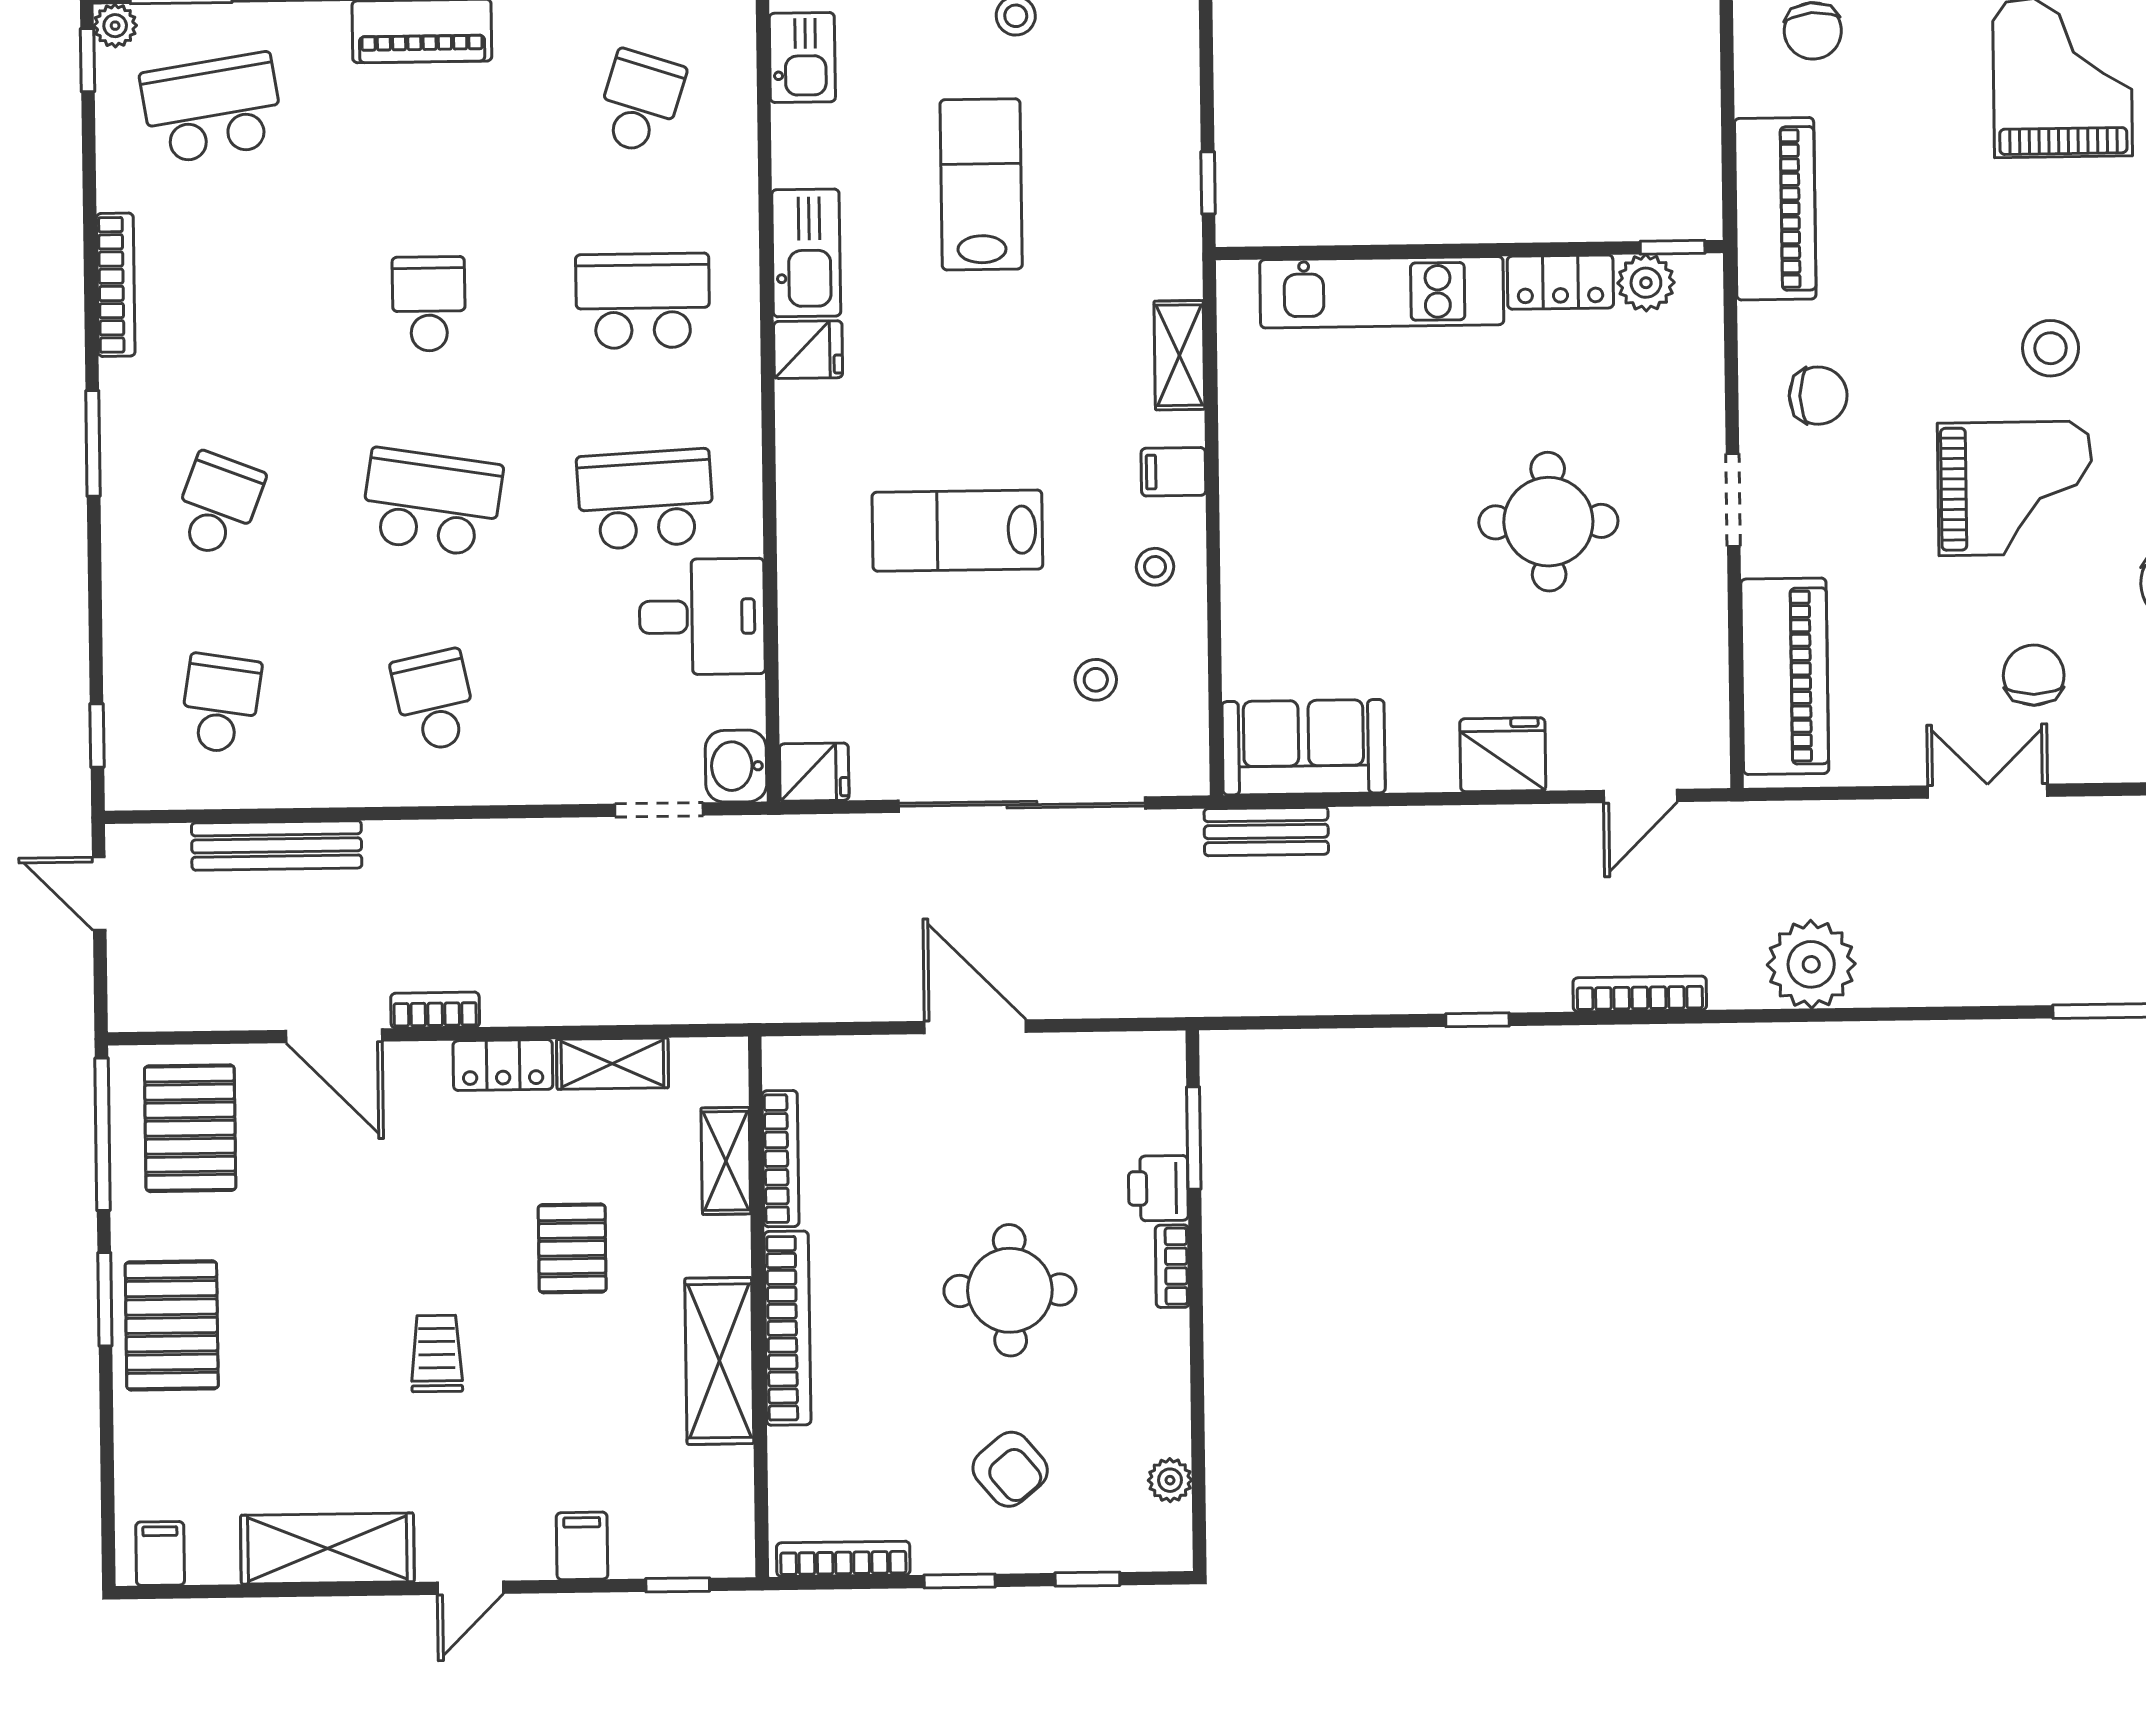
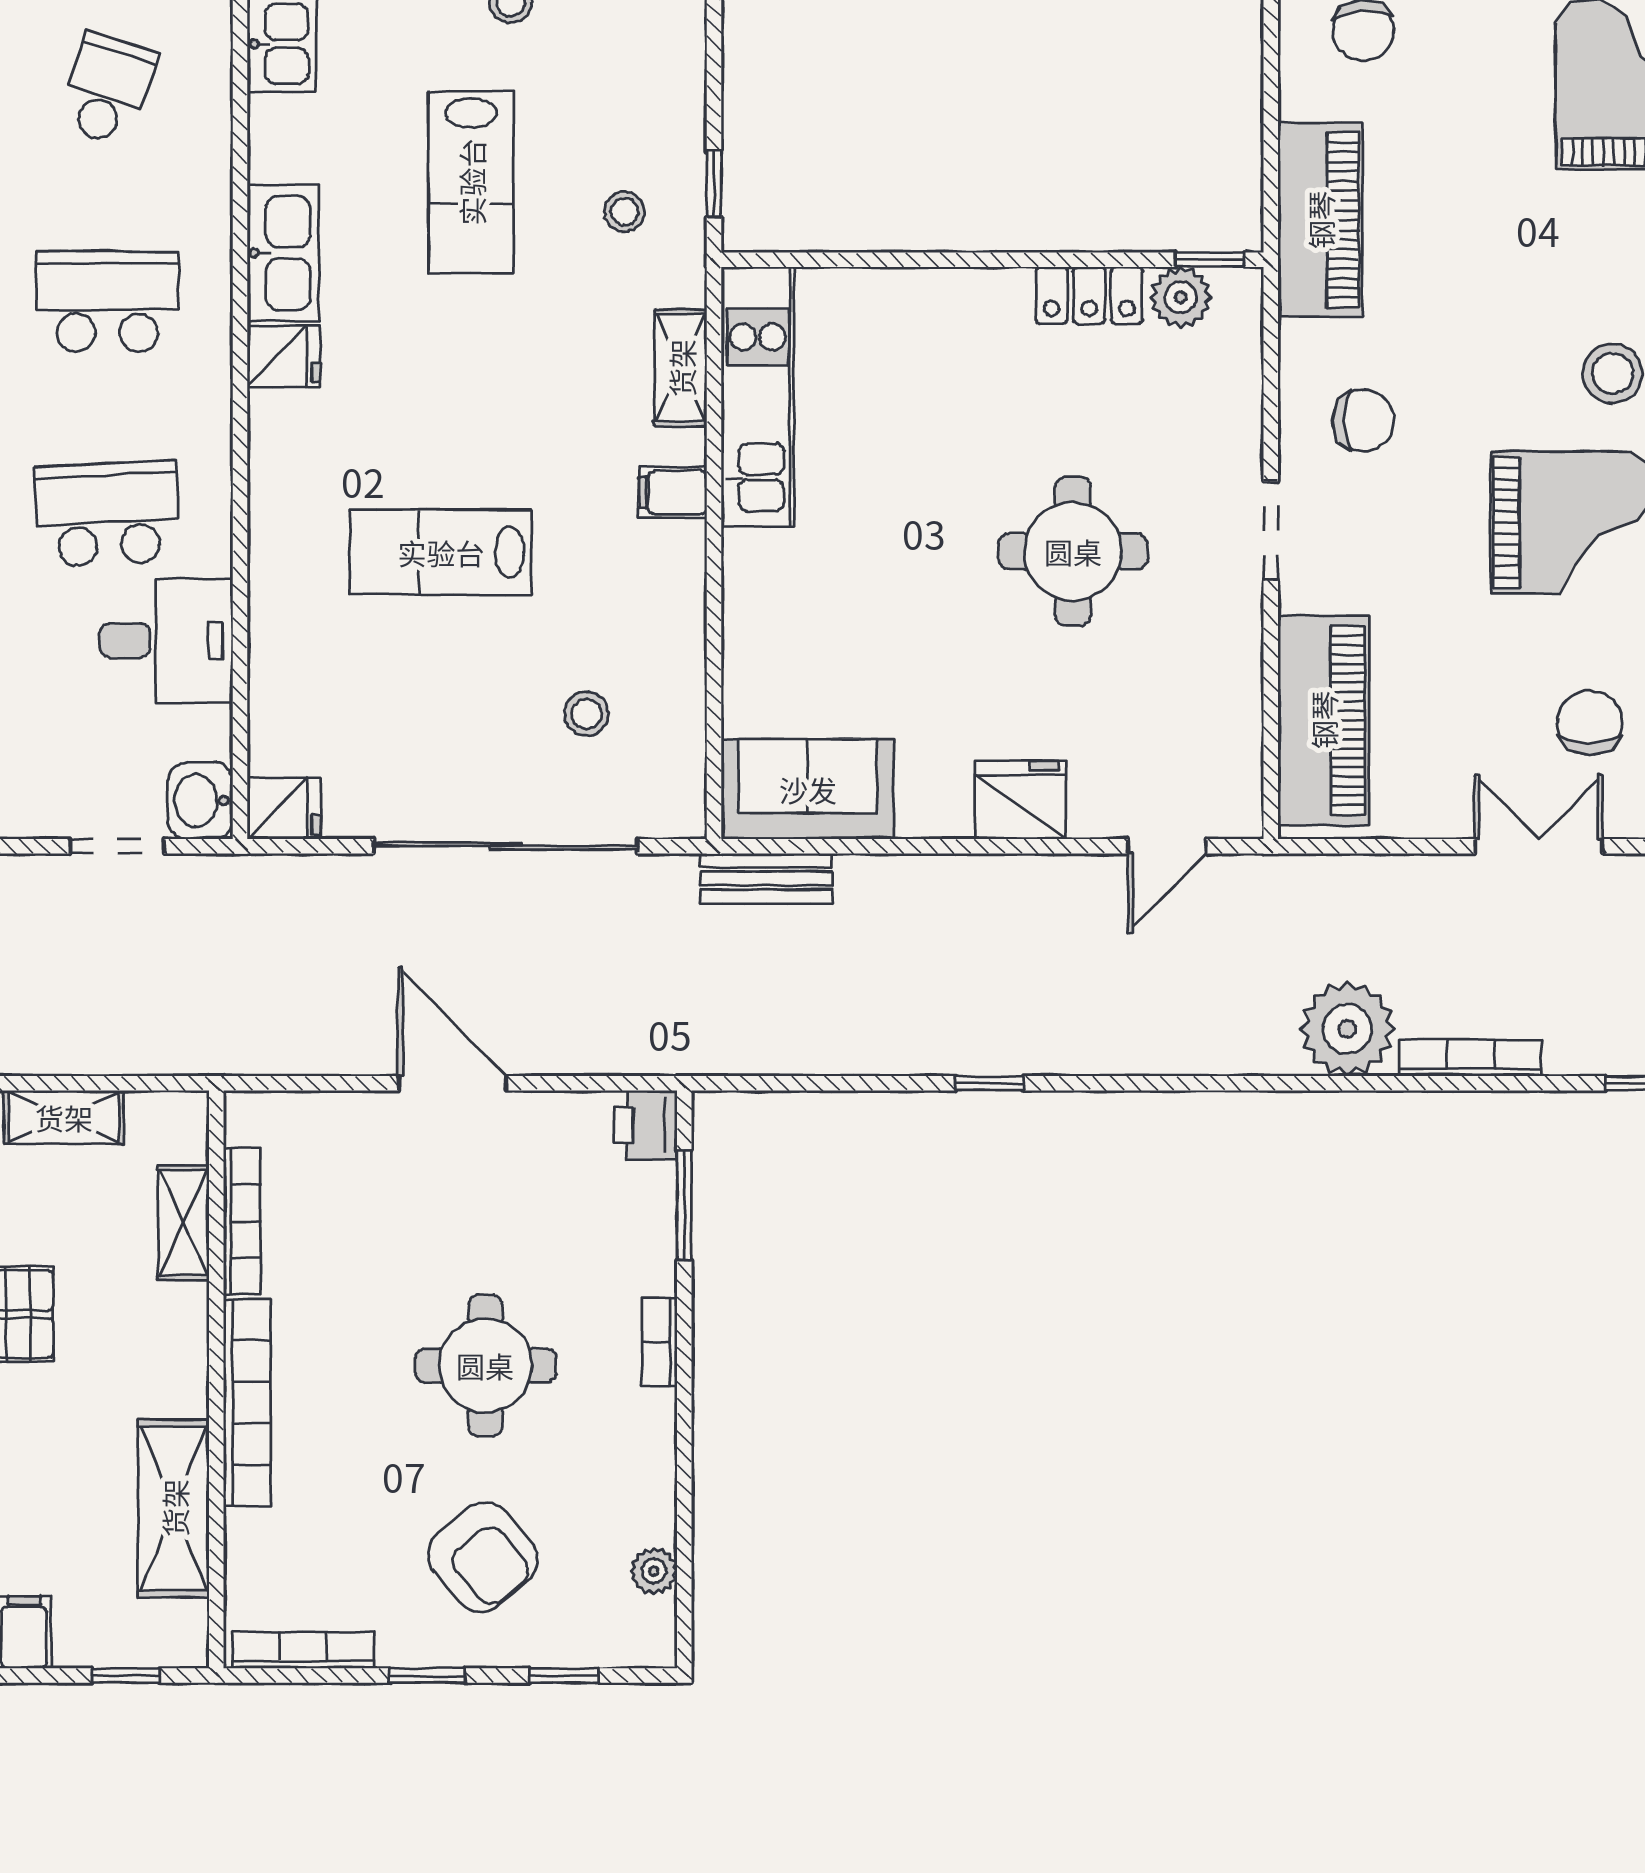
lab bench: (981, 184) -> (471, 182), turned 180
kitchen unit: (1382, 292) -> (758, 397), moved, turned -90
stool: (1155, 567) -> (624, 212), moved
bookcase: (1640, 994) -> (1470, 1058), moved
printer: (1158, 1188) -> (646, 1125), moved
shelving: (719, 1361) -> (174, 1508), moved
armchair: (1010, 1469) -> (483, 1557), width x1.38, depth x1.38

